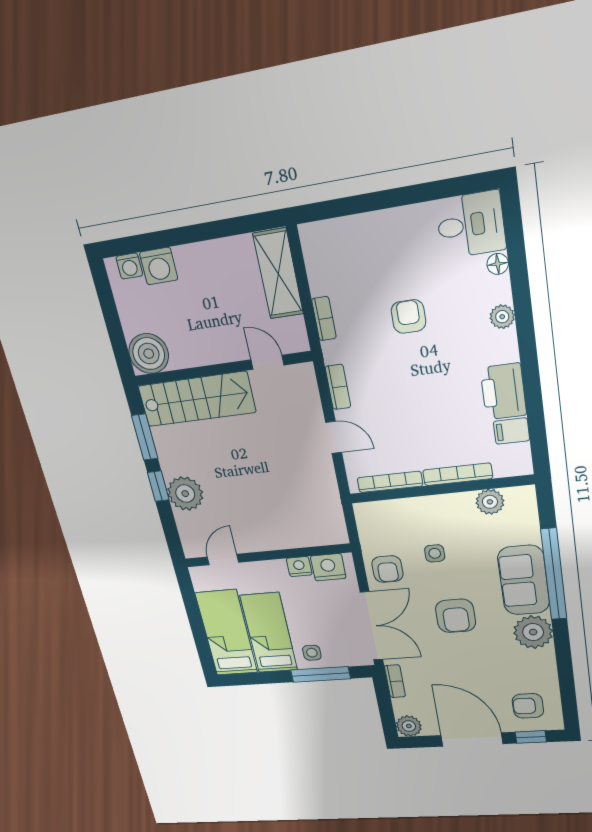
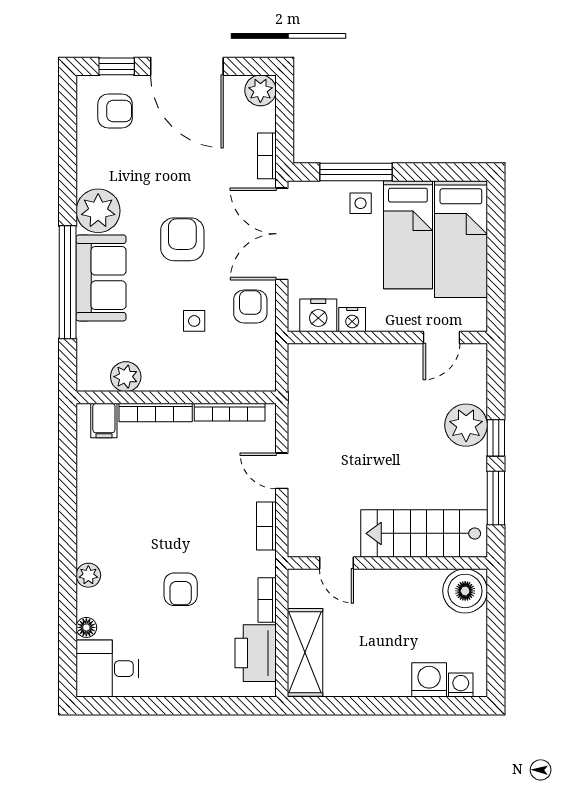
printer: (503, 391) -> (256, 653), moved, turned 180
filing cabinet: (511, 431) -> (104, 421), moved, turned 90

